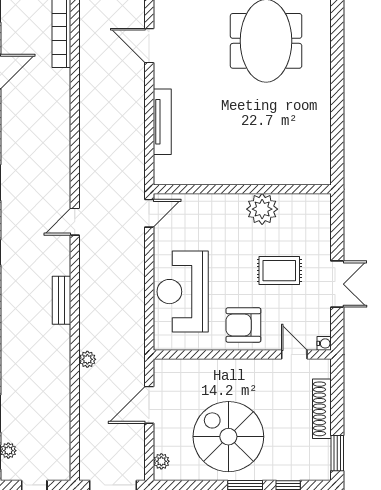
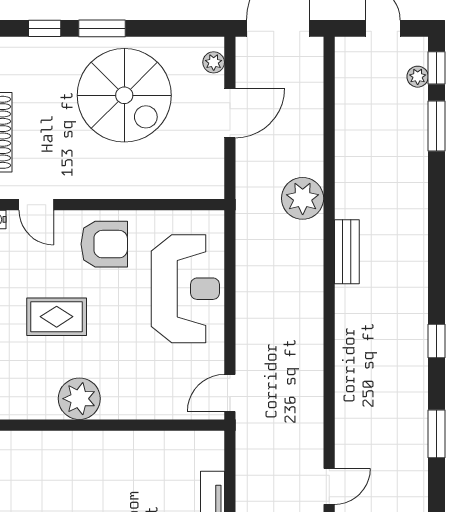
door: (75, 222) -> (329, 486), moved
bench: (62, 300) -> (347, 252), moved
plant: (87, 359) -> (303, 198), width x1.88, depth x1.88
door: (149, 405) -> (230, 113), moved

